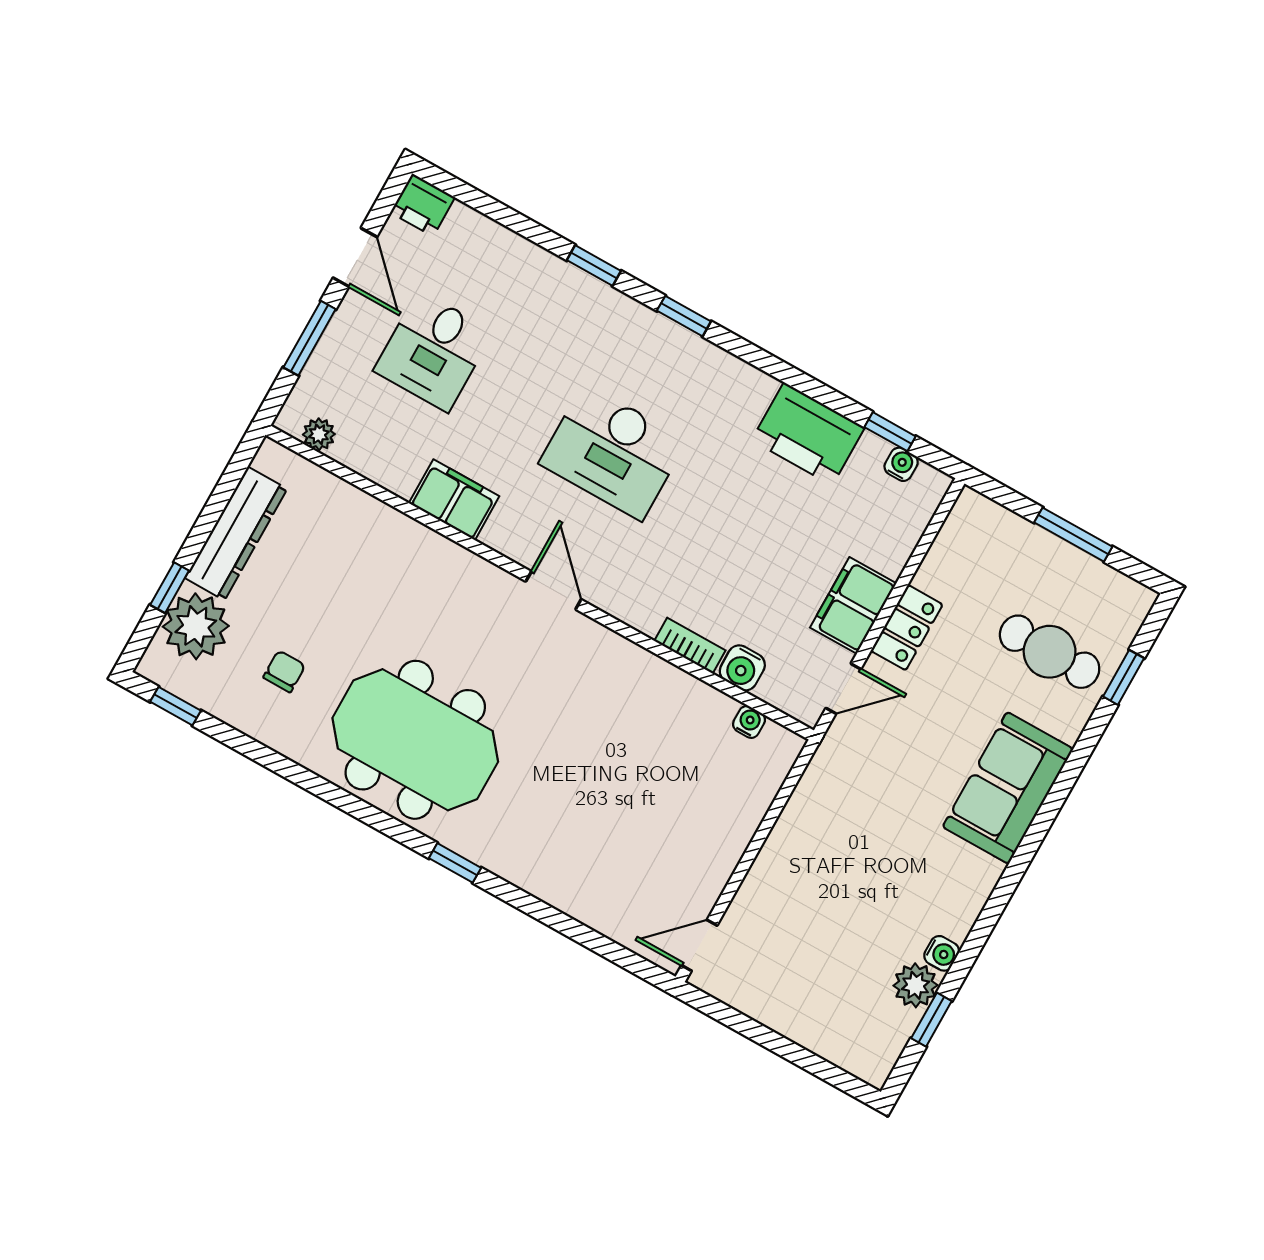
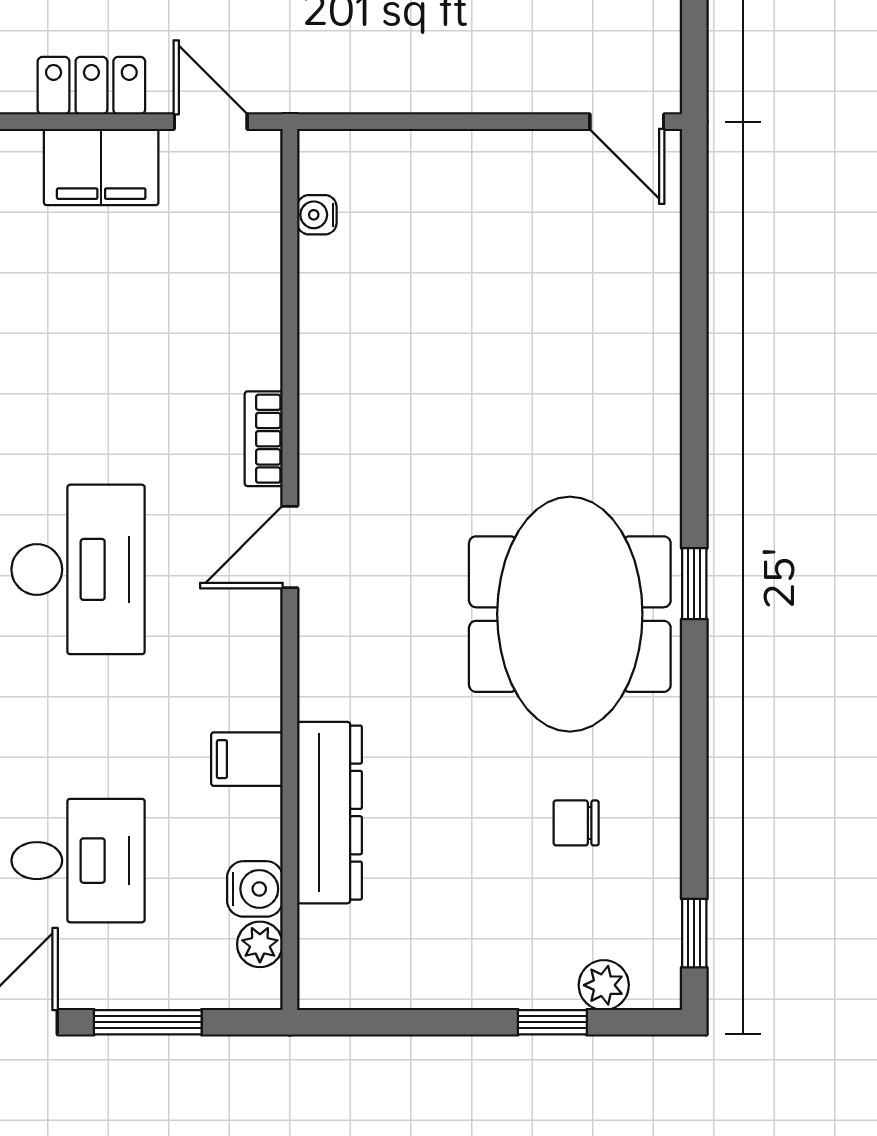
filing cabinet: (454, 500) -> (247, 759), width x0.50
dresser: (236, 533) -> (330, 813), moved, turned 90
plant: (196, 626) -> (604, 985), width x0.53, depth x0.53
bookcase: (690, 646) -> (264, 439), moved
water cooler: (742, 668) -> (255, 889), moved
window: (455, 863) -> (694, 584), moved

